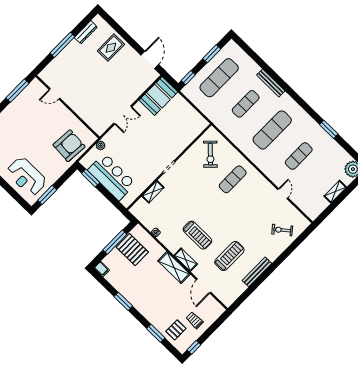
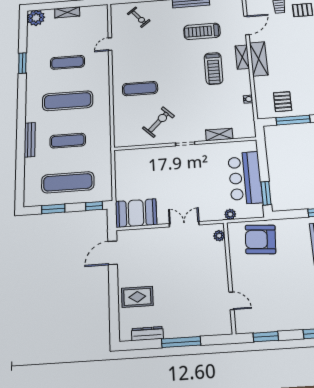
window: (17, 91) -> (266, 337), width x0.69
plant: (96, 126) -> (219, 236), added
exercise bike: (210, 154) -> (158, 122), moved
treadmill: (197, 235) -> (214, 68), turned 180
pallet: (132, 250) -> (283, 102), width x0.67, depth x0.71

